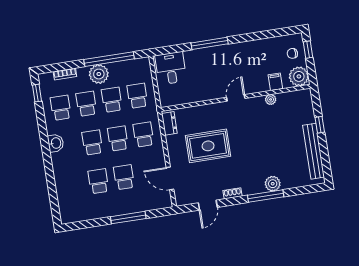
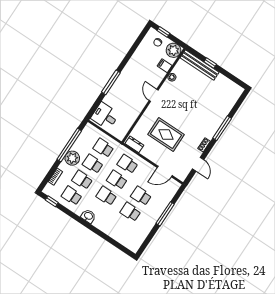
rug: (208, 146) -> (166, 134), turned 90
bench: (314, 151) -> (200, 65), moved
plant: (273, 184) -> (219, 118), removed

